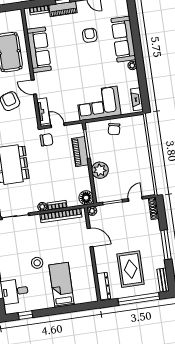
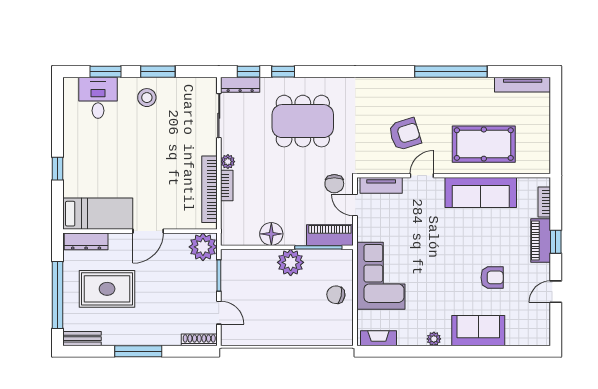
sofa: (123, 39) -> (478, 331), width x0.73
door: (58, 125) -> (355, 205), swing flipped
piano: (80, 152) -> (330, 235), moved
plant: (100, 170) -> (291, 262), moved
floor lamp: (86, 198) -> (271, 234), moved
plant: (92, 211) -> (203, 247), width x1.88, depth x1.88
door: (90, 237) -> (148, 231), moved
stool: (37, 263) -> (147, 98), moved
bed: (62, 285) -> (98, 214), moved
window: (26, 315) -> (57, 169), moved

